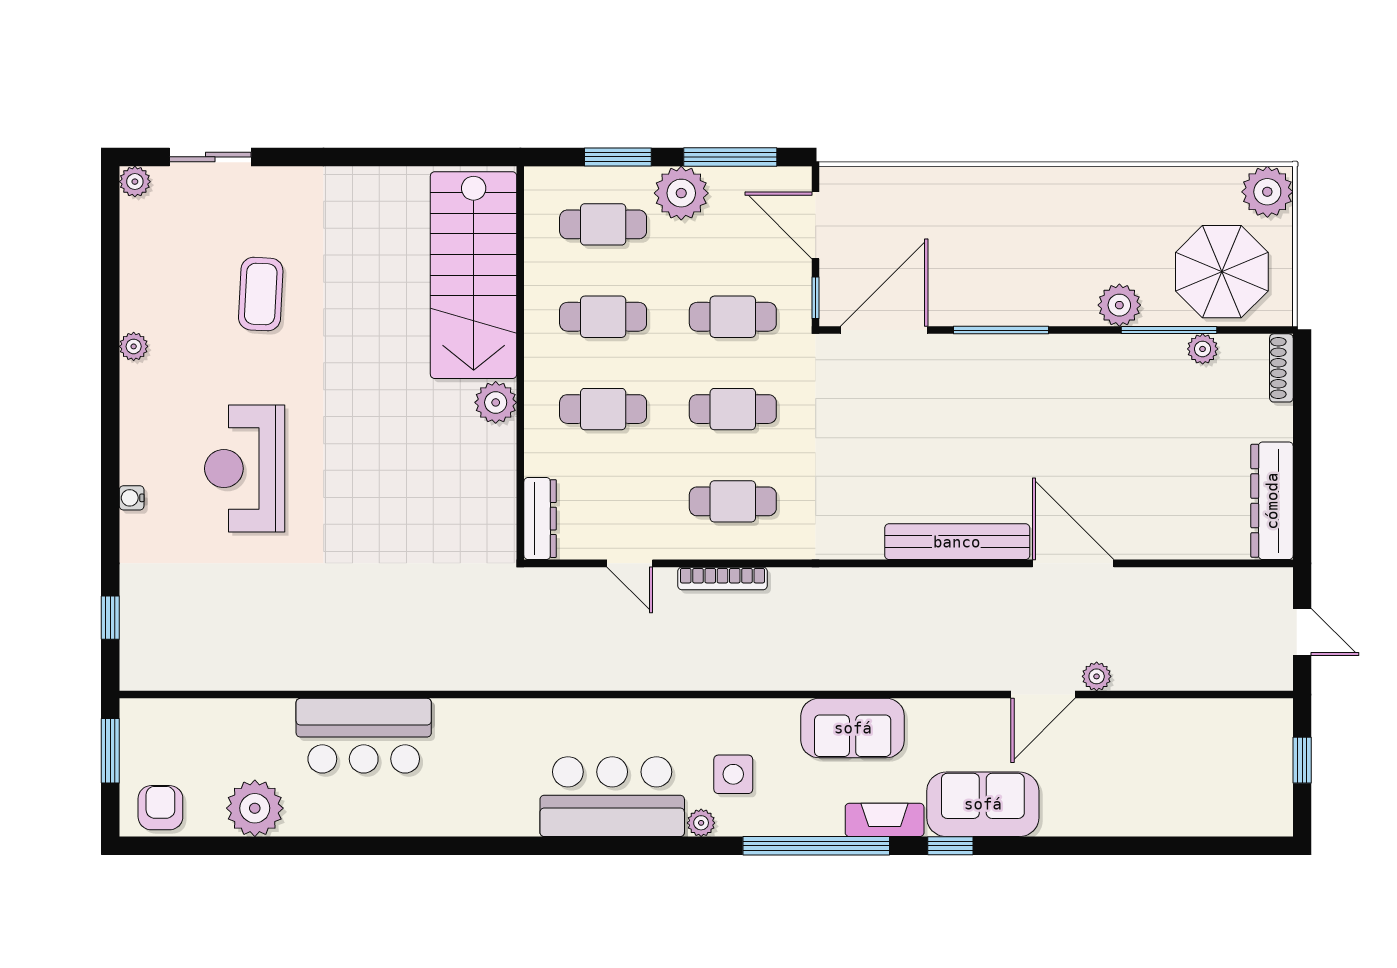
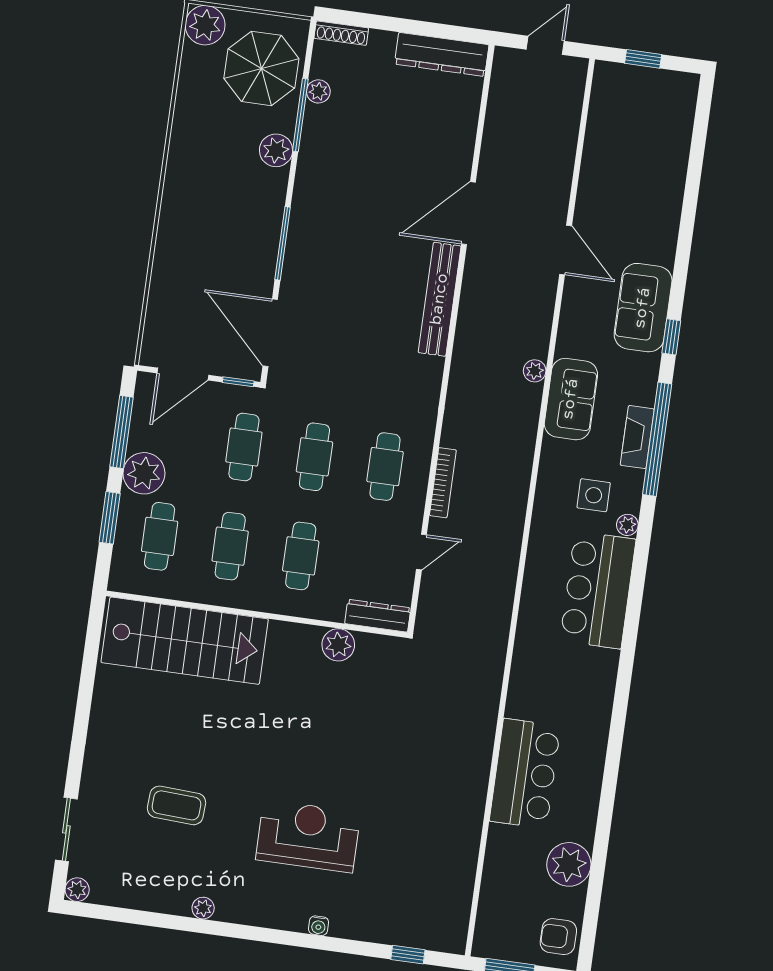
plant: (496, 402) -> (338, 645), moved
reception desk: (245, 469) -> (308, 836), turned 180
plant: (1097, 676) -> (535, 371), moved
fireplace: (885, 820) -> (637, 437), moved

